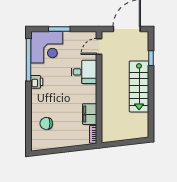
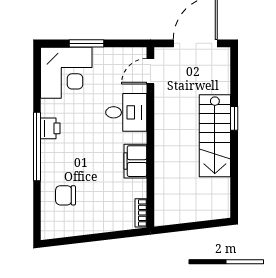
window: (151, 58) -> (234, 118), moved
window: (28, 60) -> (37, 146), moved
filing cabinet: (90, 114) -> (135, 161), moved

